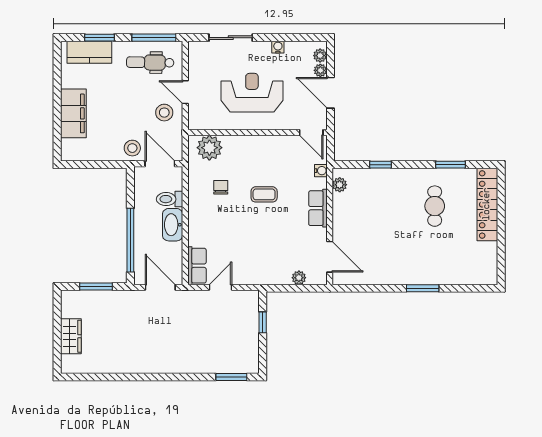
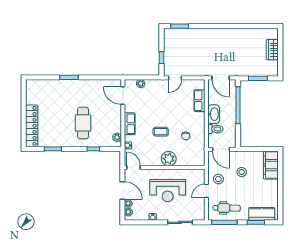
door: (185, 92) -> (206, 191), swing flipped
filing cabinet: (73, 113) -> (271, 165), moved
stool: (132, 148) -> (242, 172), moved
plant: (209, 148) -> (169, 159), moved
cafe table: (435, 206) -> (83, 123), moved, width x1.37, depth x1.35
row of seats: (197, 266) -> (200, 101), moved
door: (221, 287) -> (175, 78), moved

